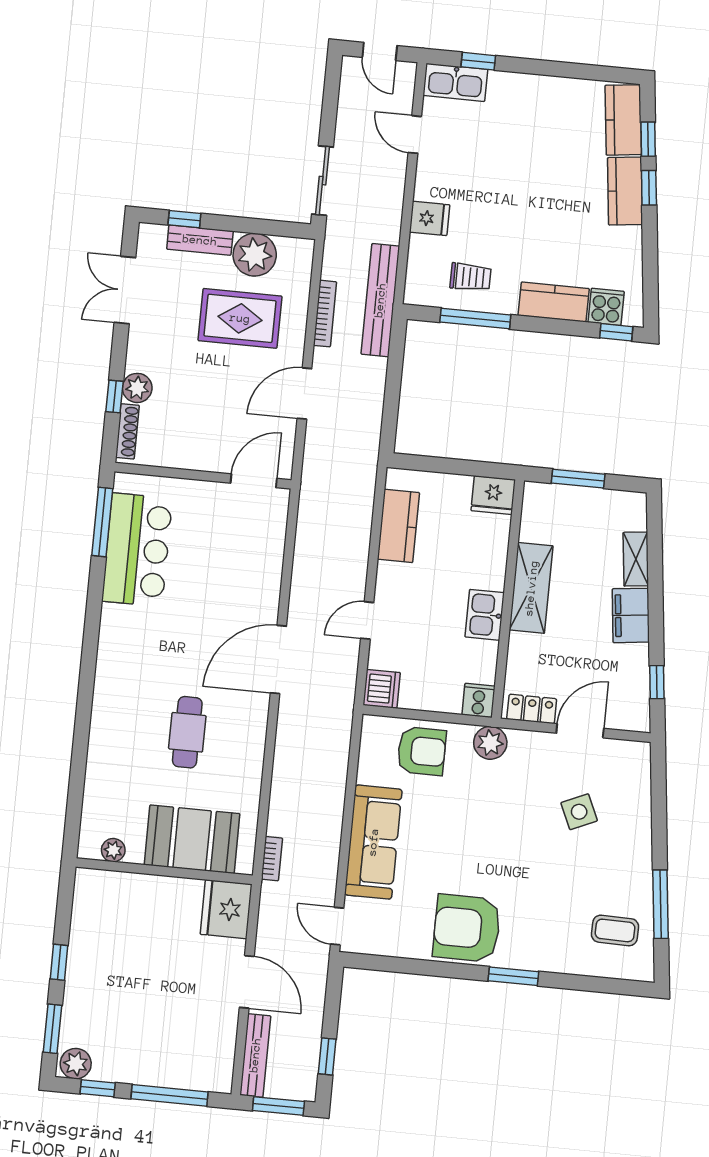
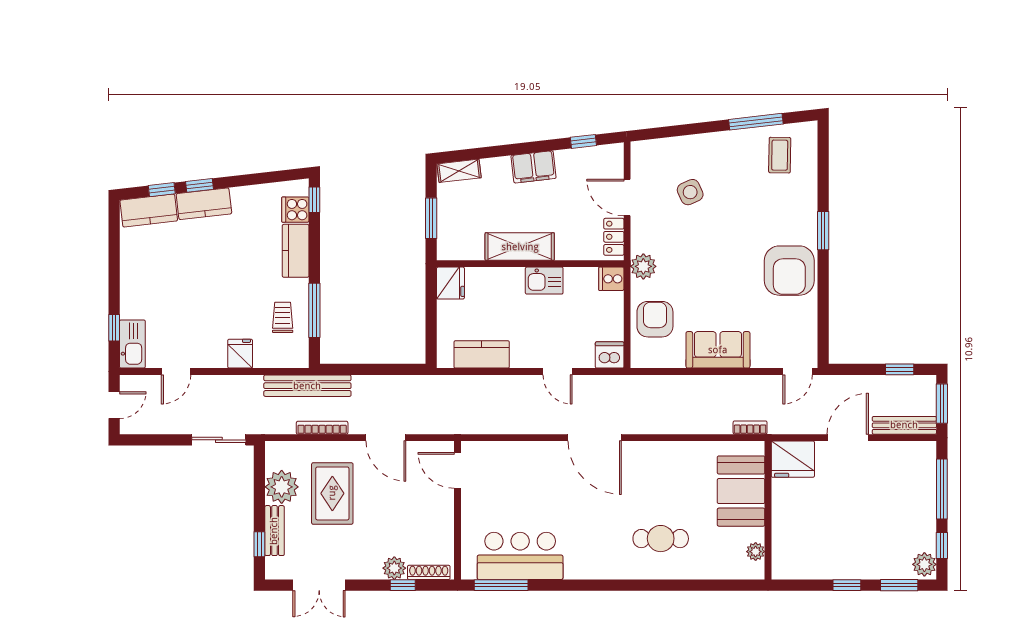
shelving: (636, 559) -> (459, 171), moved
cafe table: (187, 732) -> (661, 539), moved
sofa: (373, 842) -> (718, 350), width x0.73

